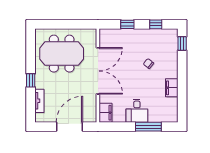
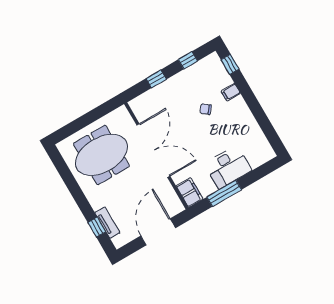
window: (31, 80) -> (97, 227), moved
filing cabinet: (172, 88) -> (231, 92), moved, width x0.50
desk: (137, 111) -> (228, 167), width x1.37
window: (148, 127) -> (224, 193), moved

